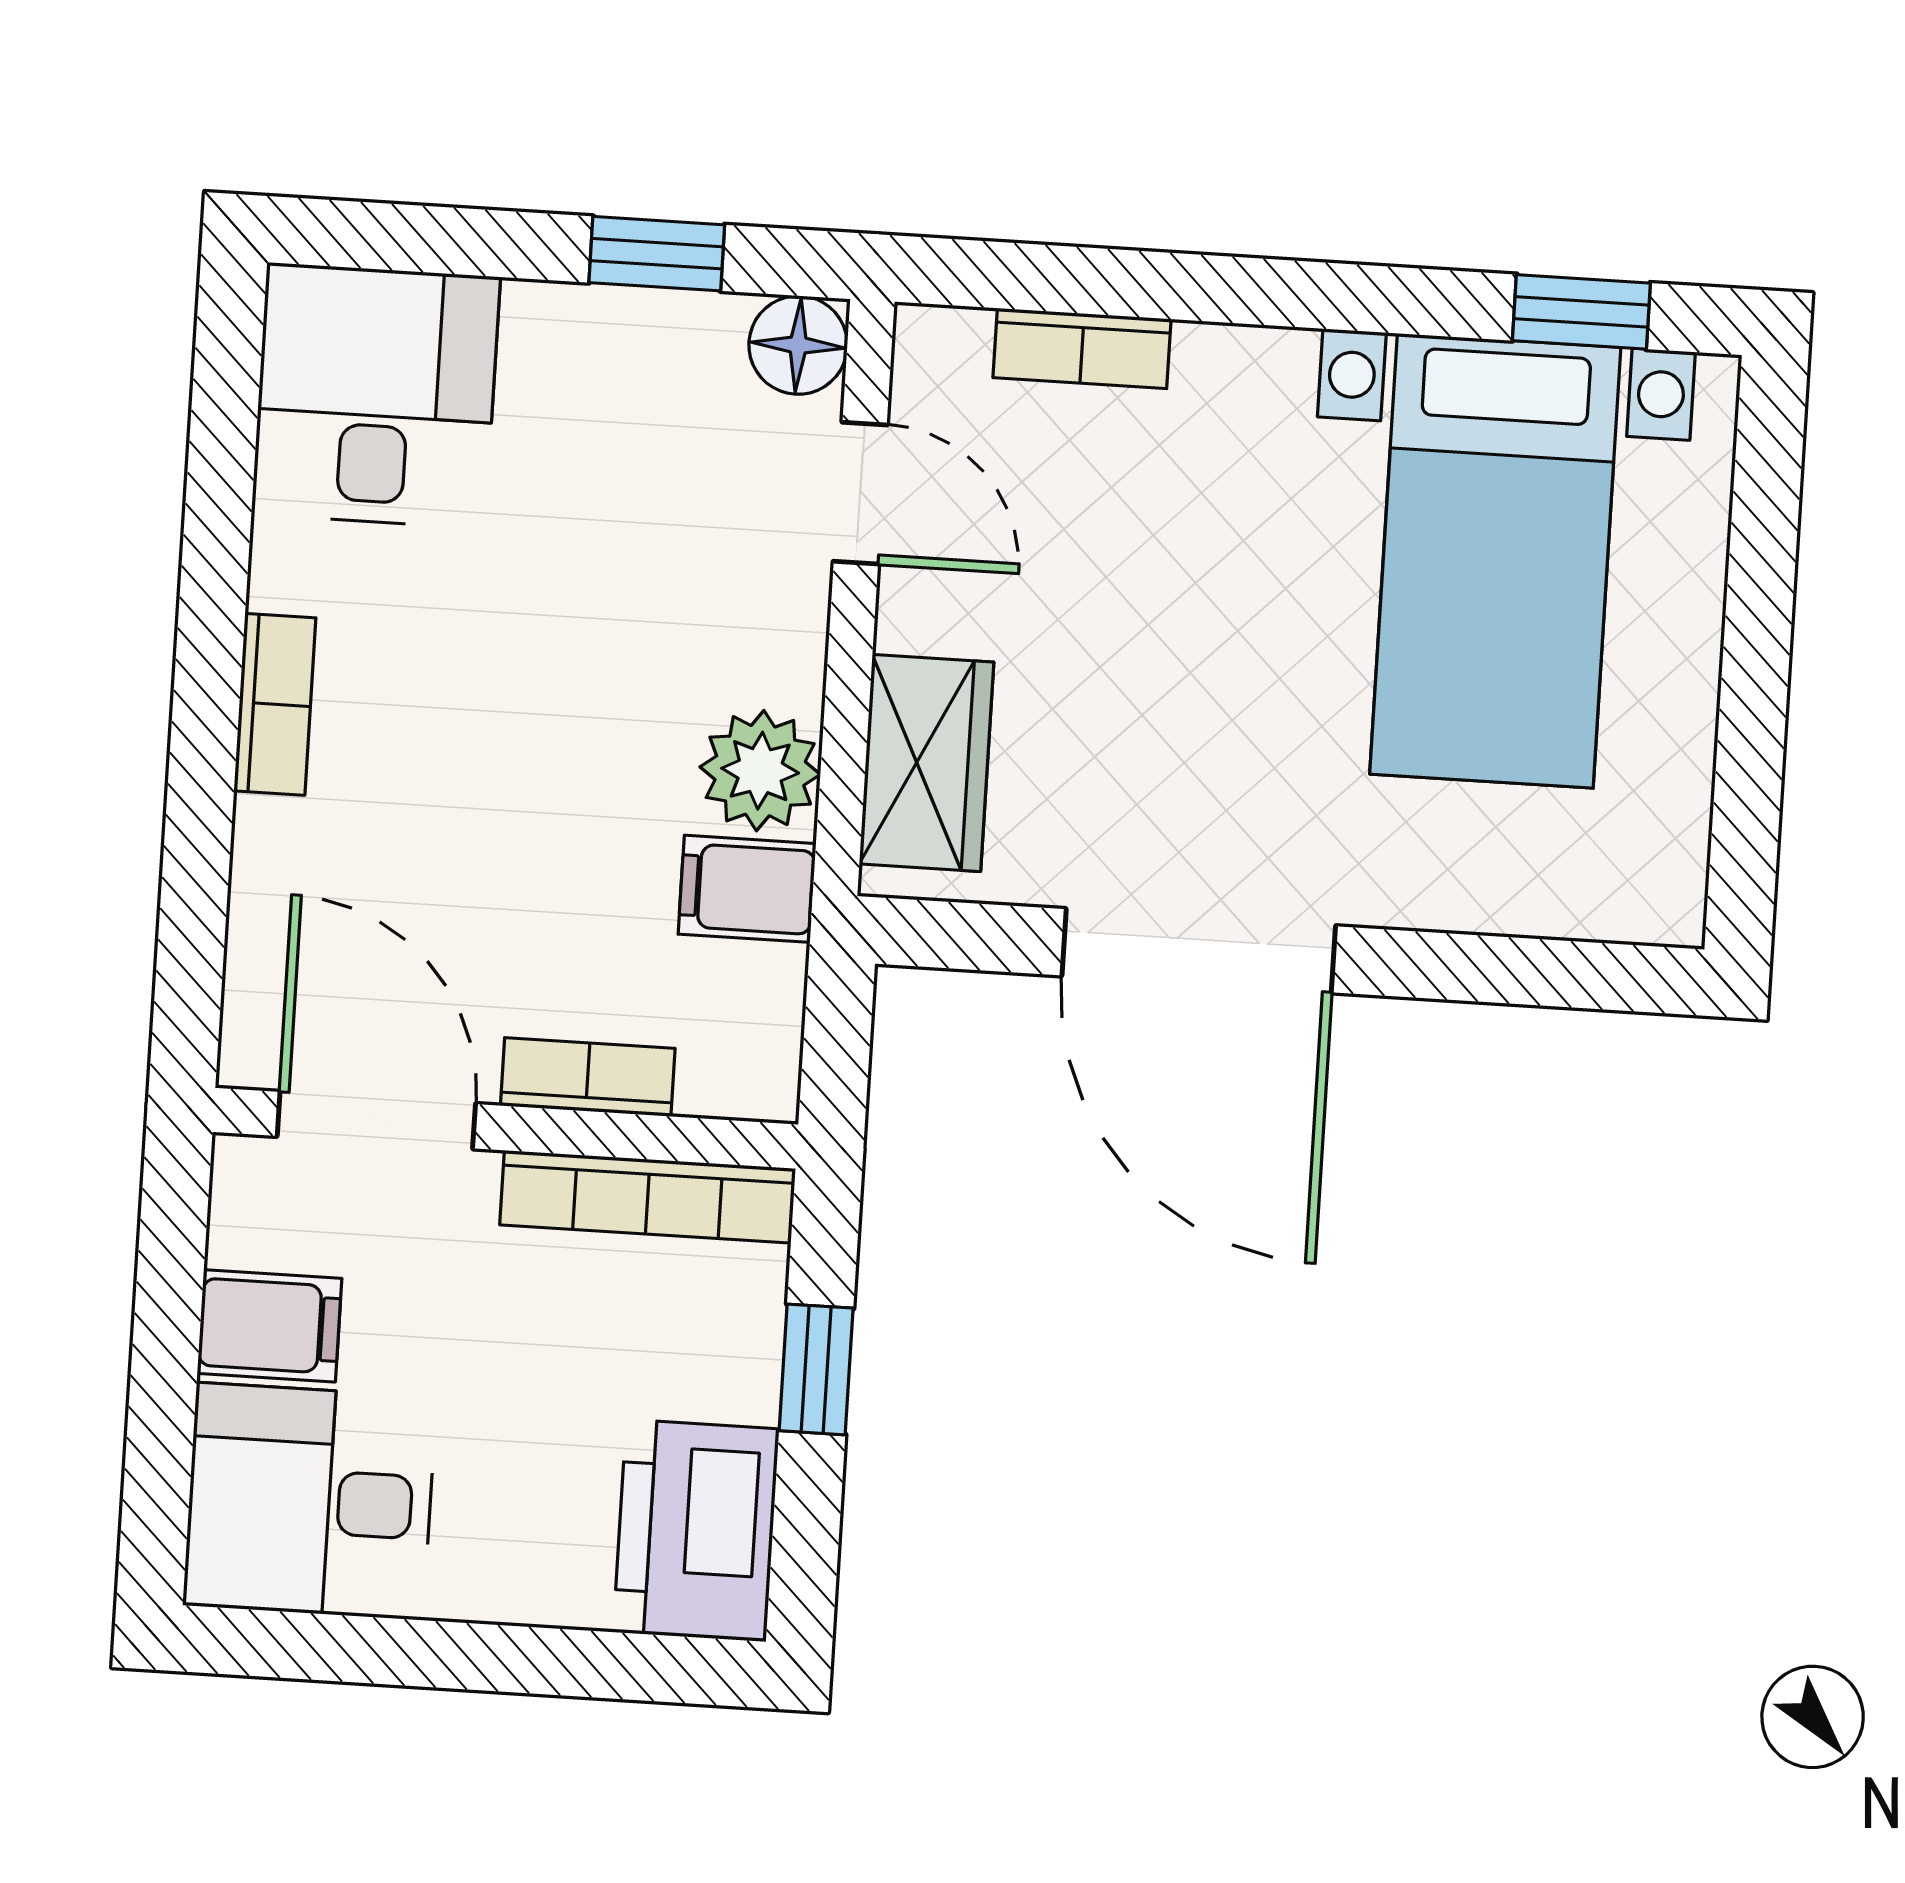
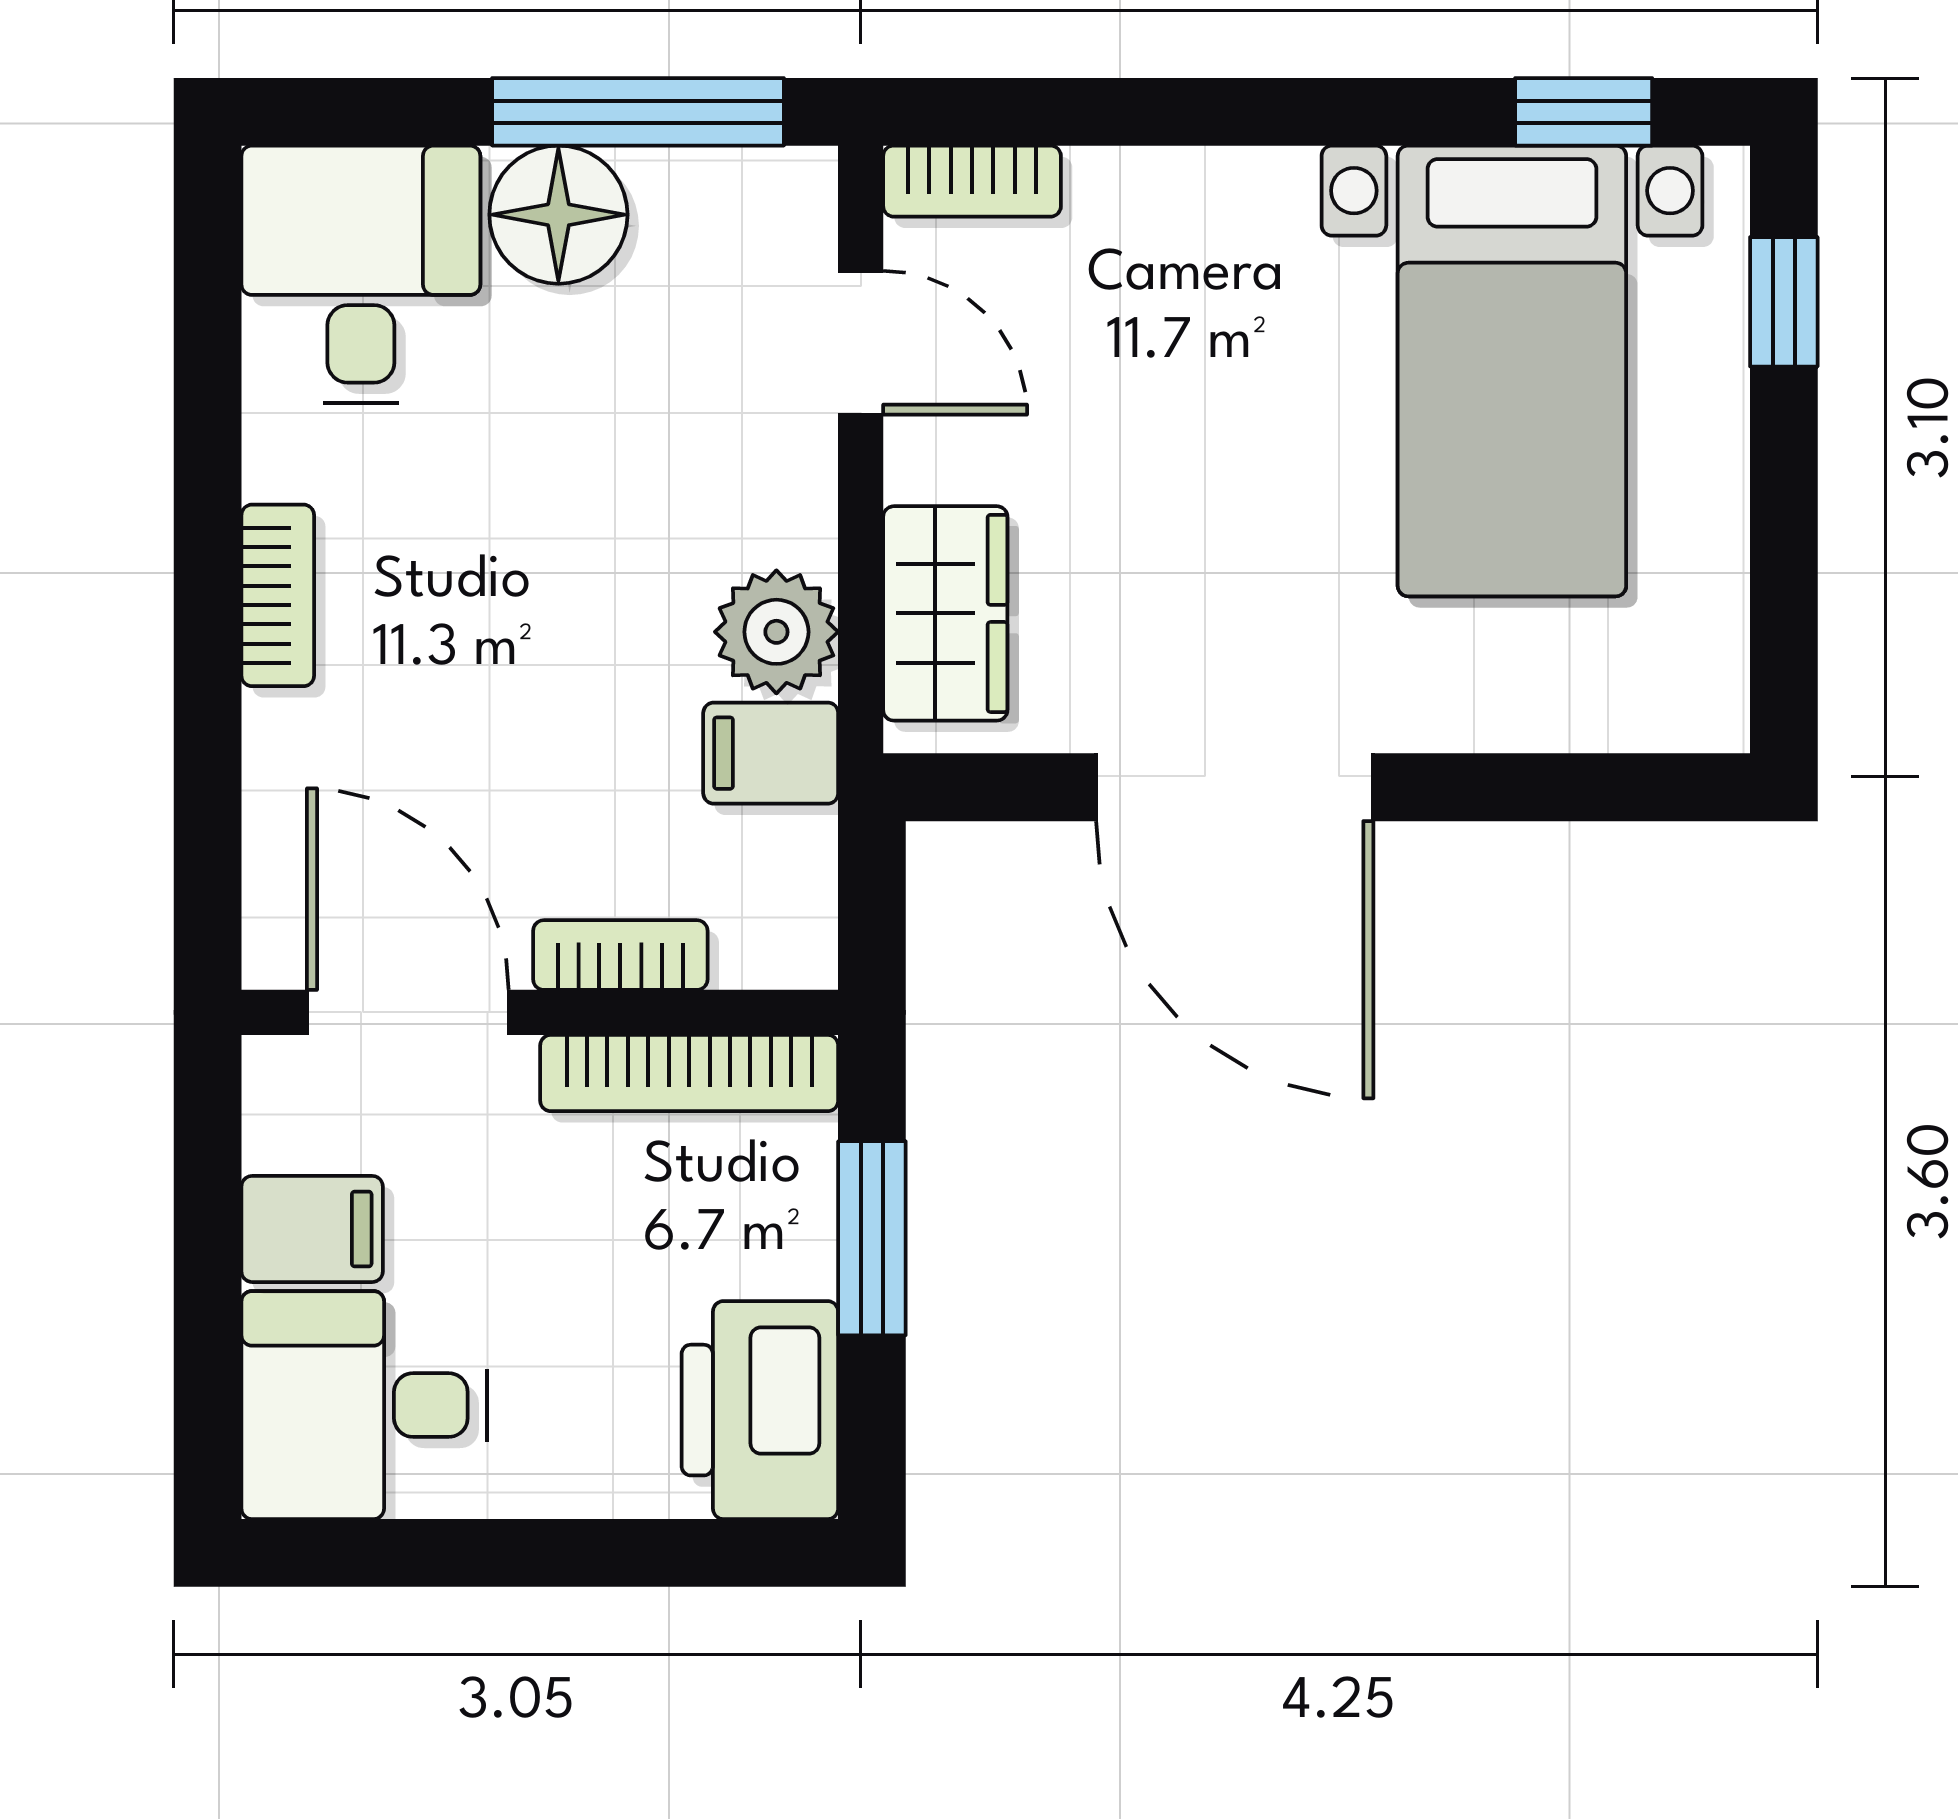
window: (657, 254) -> (638, 112), width x2.17
floor lamp: (798, 345) -> (558, 215), moved, width x1.38, depth x1.38
bookcase: (1082, 348) -> (972, 181), moved
window: (1765, 510) -> (1784, 302), added
window: (816, 1369) -> (872, 1238), width x1.50

